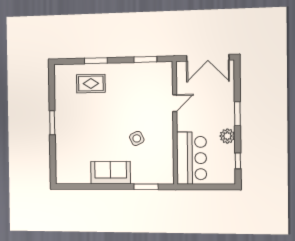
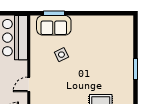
sofa: (111, 173) -> (54, 25), moved

